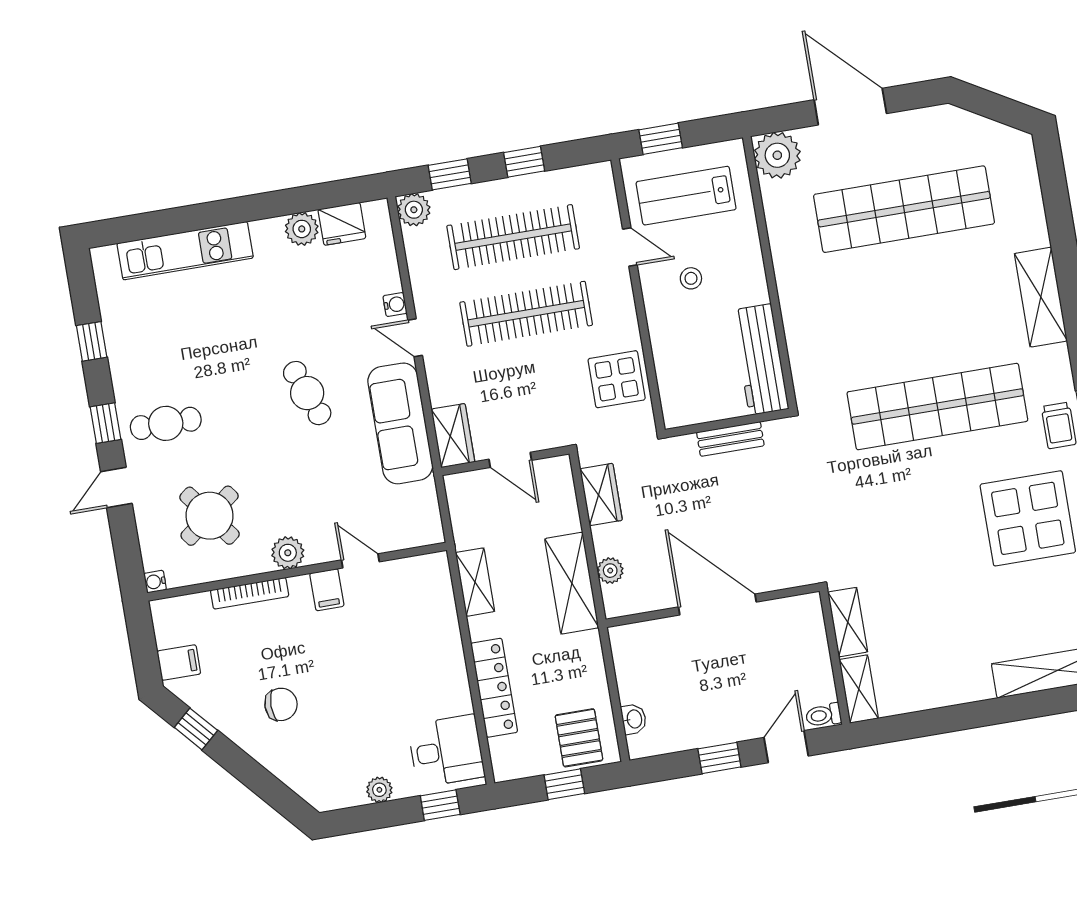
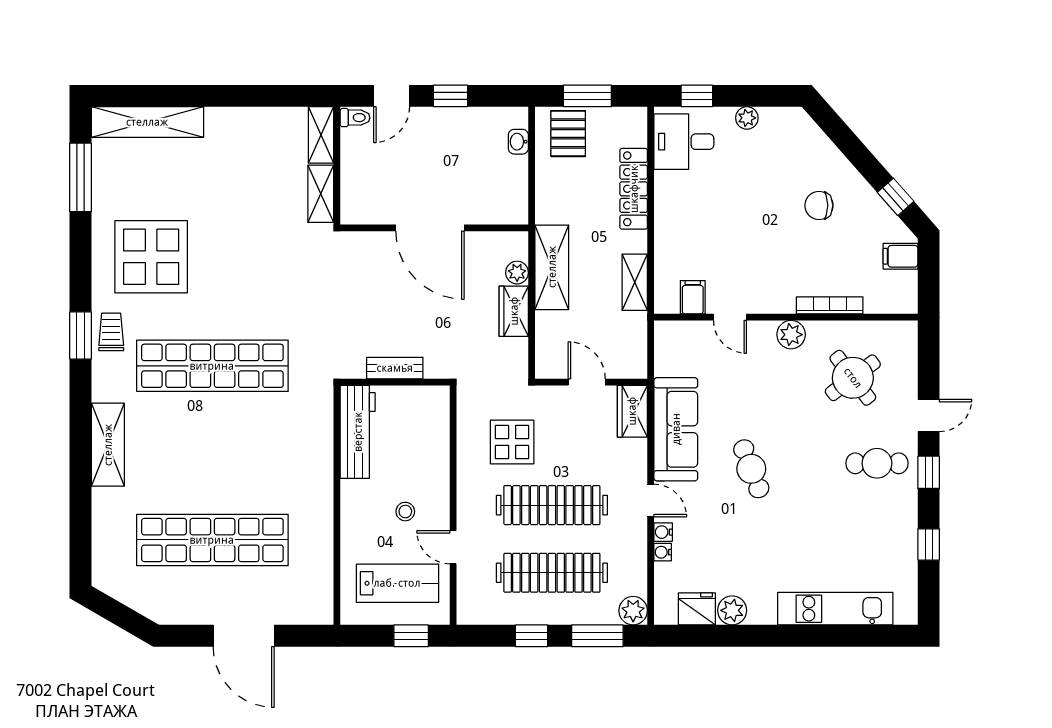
plant: (777, 155) -> (313, 605), removed
window: (450, 174) -> (597, 636), width x1.50
display table: (617, 379) -> (512, 442), moved
wardrobe: (601, 495) -> (514, 311), moved
water cooler: (155, 582) -> (663, 552), moved, turned 180
filing cabinet: (327, 590) -> (693, 297), moved
window: (564, 784) -> (587, 96), width x1.50

